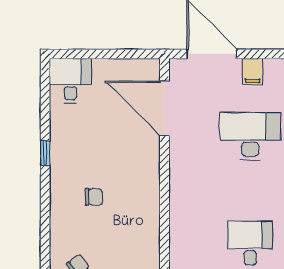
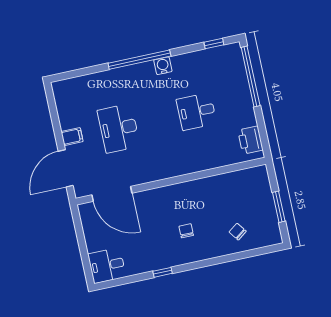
door: (164, 108) -> (112, 194), hinge flipped

